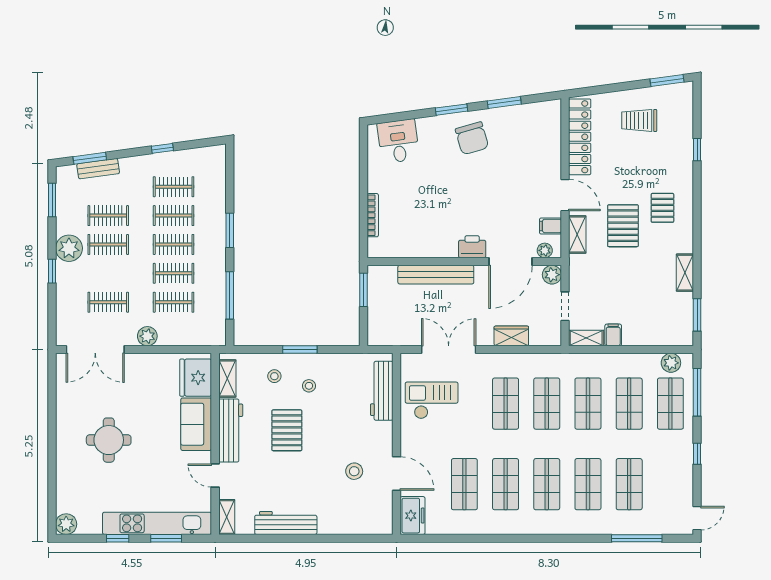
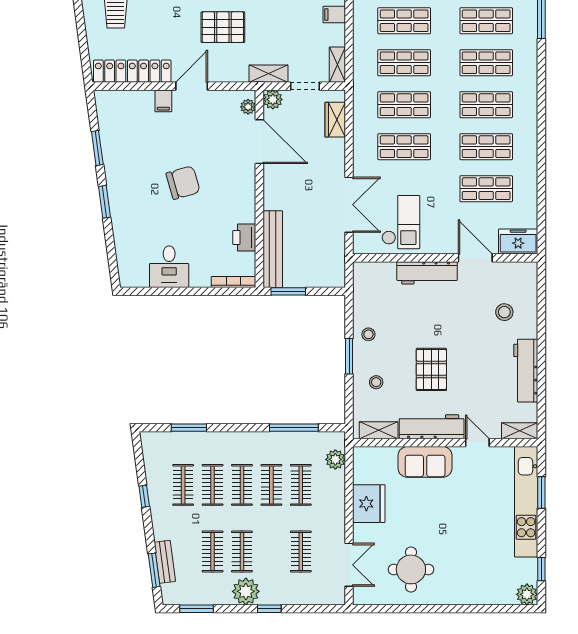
chair: (472, 138) -> (183, 183), moved
desk: (398, 141) -> (169, 267), moved, turned -82
bookcase: (373, 215) -> (233, 282), moved
filing cabinet: (551, 226) -> (163, 101), moved
window: (230, 230) -> (189, 428), moved
shelving: (577, 234) -> (268, 74), moved
printer: (472, 247) -> (244, 238), moved
bench: (436, 275) -> (273, 249), moved
filing cabinet: (613, 335) -> (334, 15), moved
plant: (147, 336) -> (335, 459), moved
wardrobe: (511, 336) -> (335, 120), moved
double door: (95, 350) -> (349, 565), width x0.73
double door: (449, 350) -> (349, 205), swing flipped
fridge: (196, 378) -> (369, 504), moved, turned -90
stool: (309, 386) -> (368, 334), moved
workbench: (382, 391) -> (427, 273), moved
checkout: (432, 400) -> (401, 222), turned 180
pallet: (287, 430) -> (431, 369), turned 90
round table: (109, 440) -> (411, 569), moved
stool: (354, 471) -> (504, 312), moved
door: (397, 473) -> (475, 258), hinge flipped
door: (215, 476) -> (477, 443), swing flipped
window: (118, 538) -> (541, 569), moved

